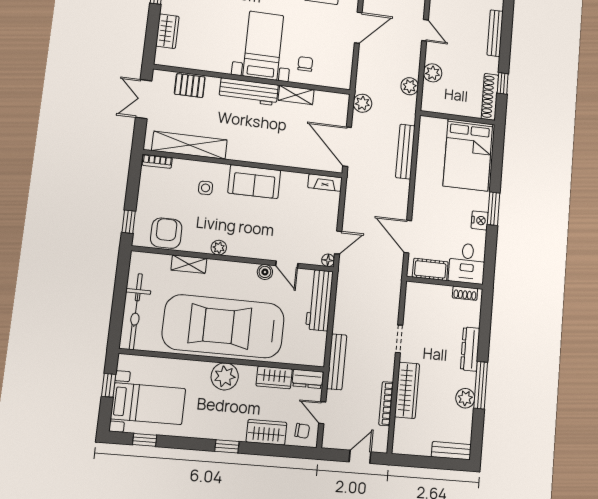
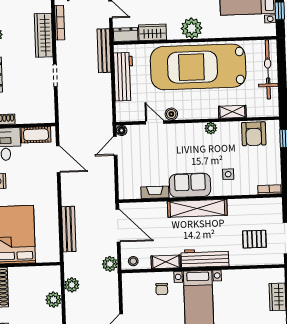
pallet: (190, 86) -> (254, 239), moved
stool: (335, 102) -> (133, 261), added
shelving: (190, 145) -> (197, 208), moved
fireplace: (325, 183) -> (155, 192), moved
workbench: (320, 300) -> (124, 77), moved
car: (223, 326) -> (198, 67), turned 180

